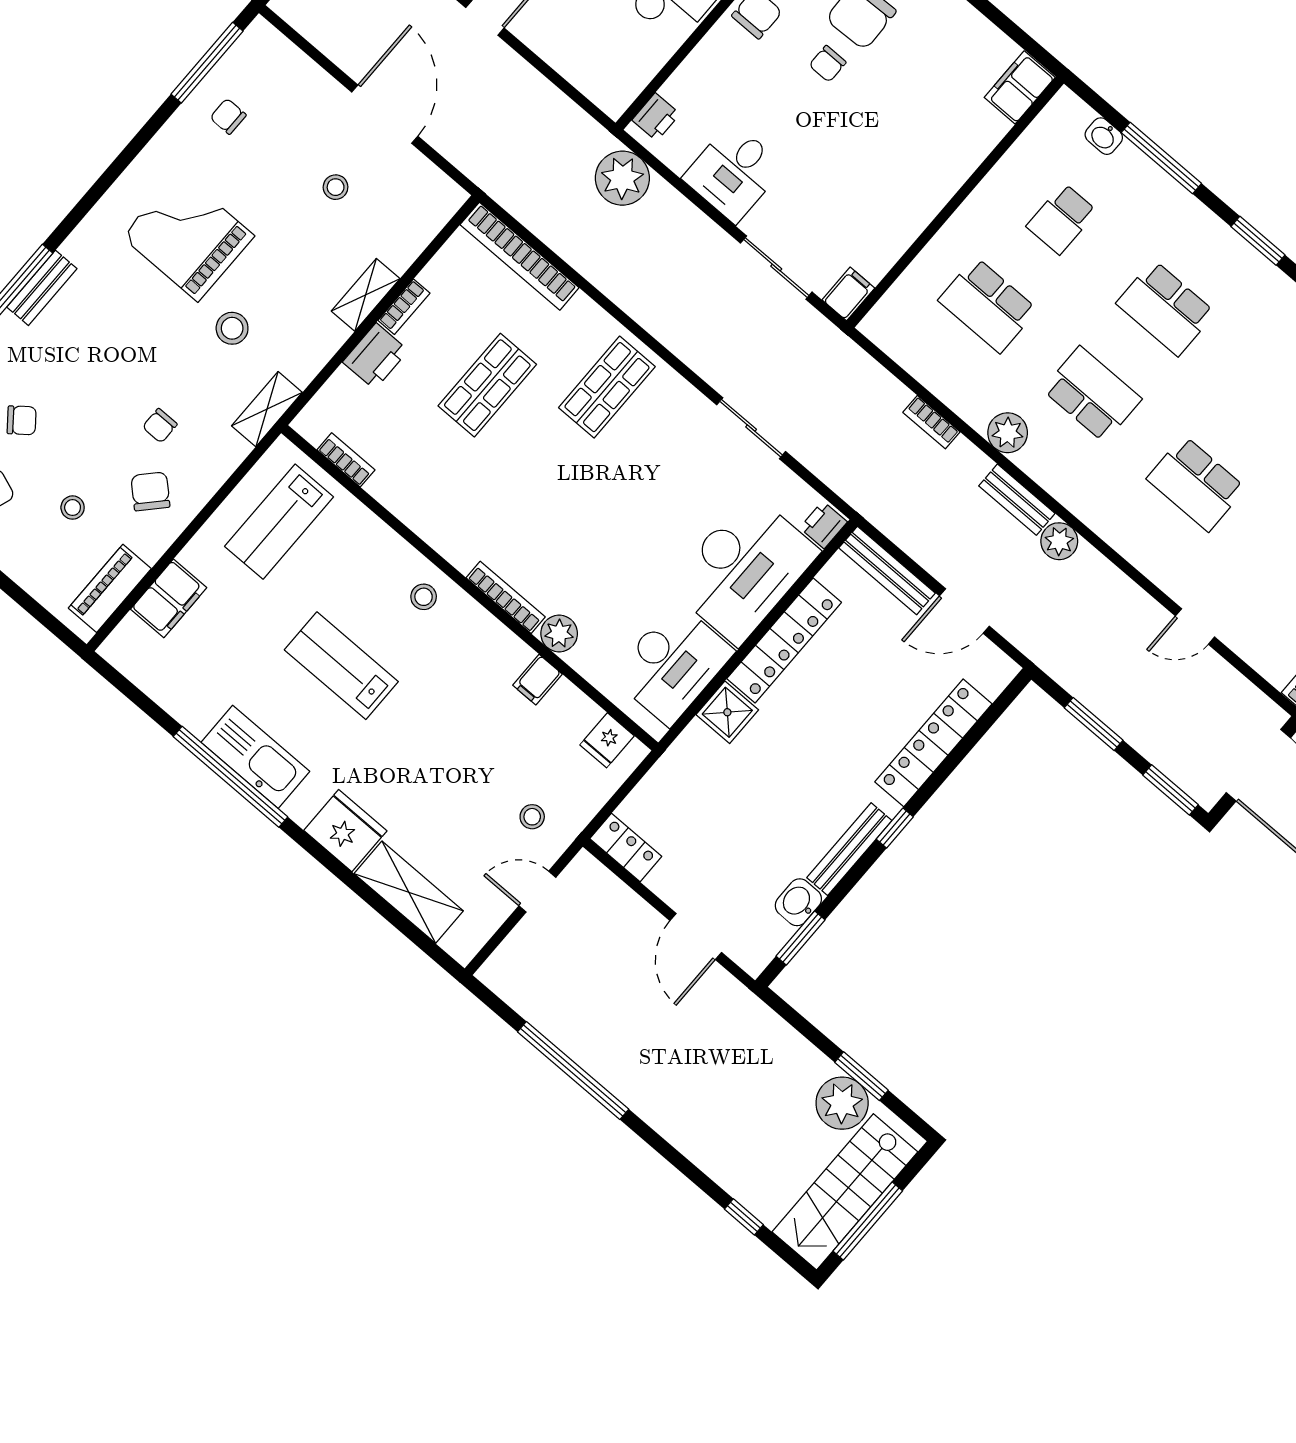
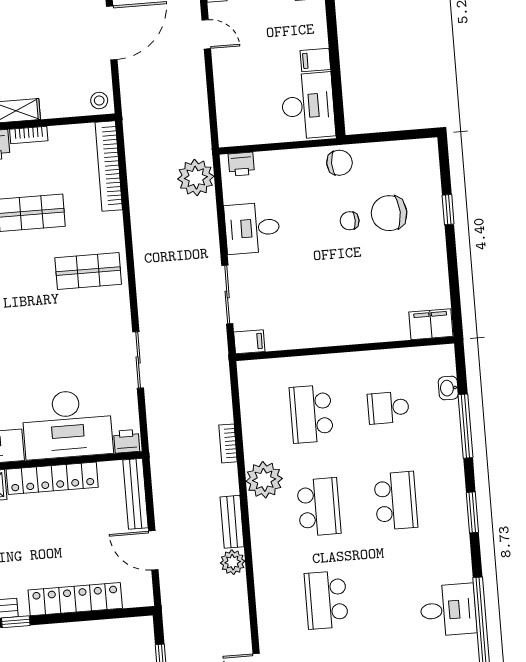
stool: (336, 187) -> (99, 101), moved
school desk: (1166, 308) -> (396, 501), turned 180
plant: (1008, 433) -> (264, 480), width x1.36, depth x1.36

